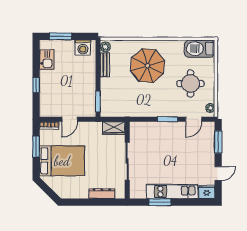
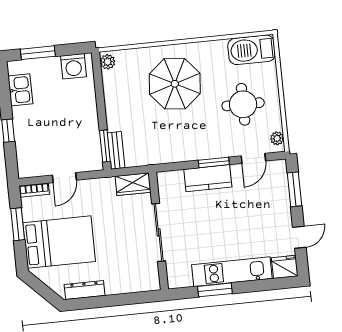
bench: (105, 65) -> (116, 150), moved
kitchen counter: (163, 129) -> (208, 178), added
dresser: (102, 194) -> (85, 290), moved

